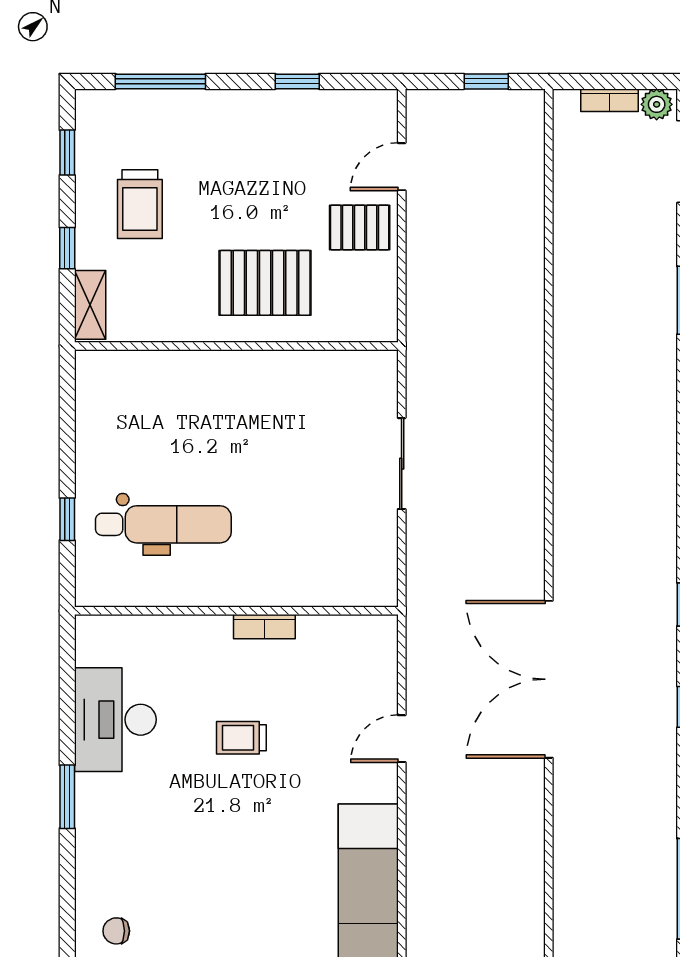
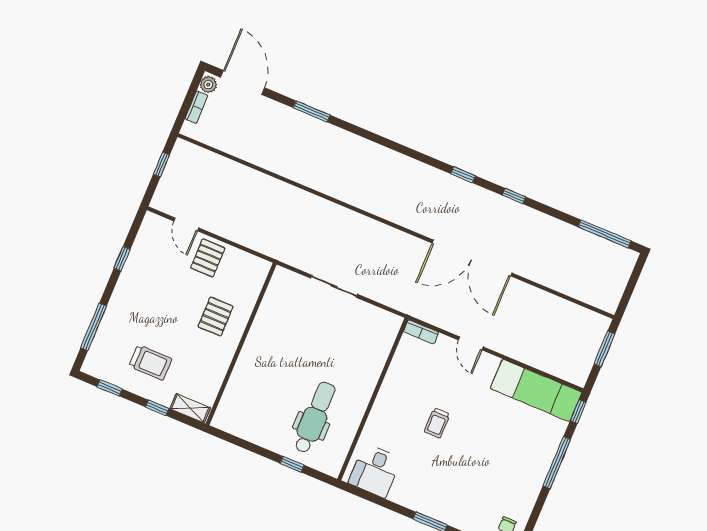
pallet: (265, 283) -> (216, 317), width x0.67, depth x0.71
bookcase: (264, 627) -> (421, 332), moved, turned 90
desk: (115, 720) -> (375, 471), moved, width x0.73

